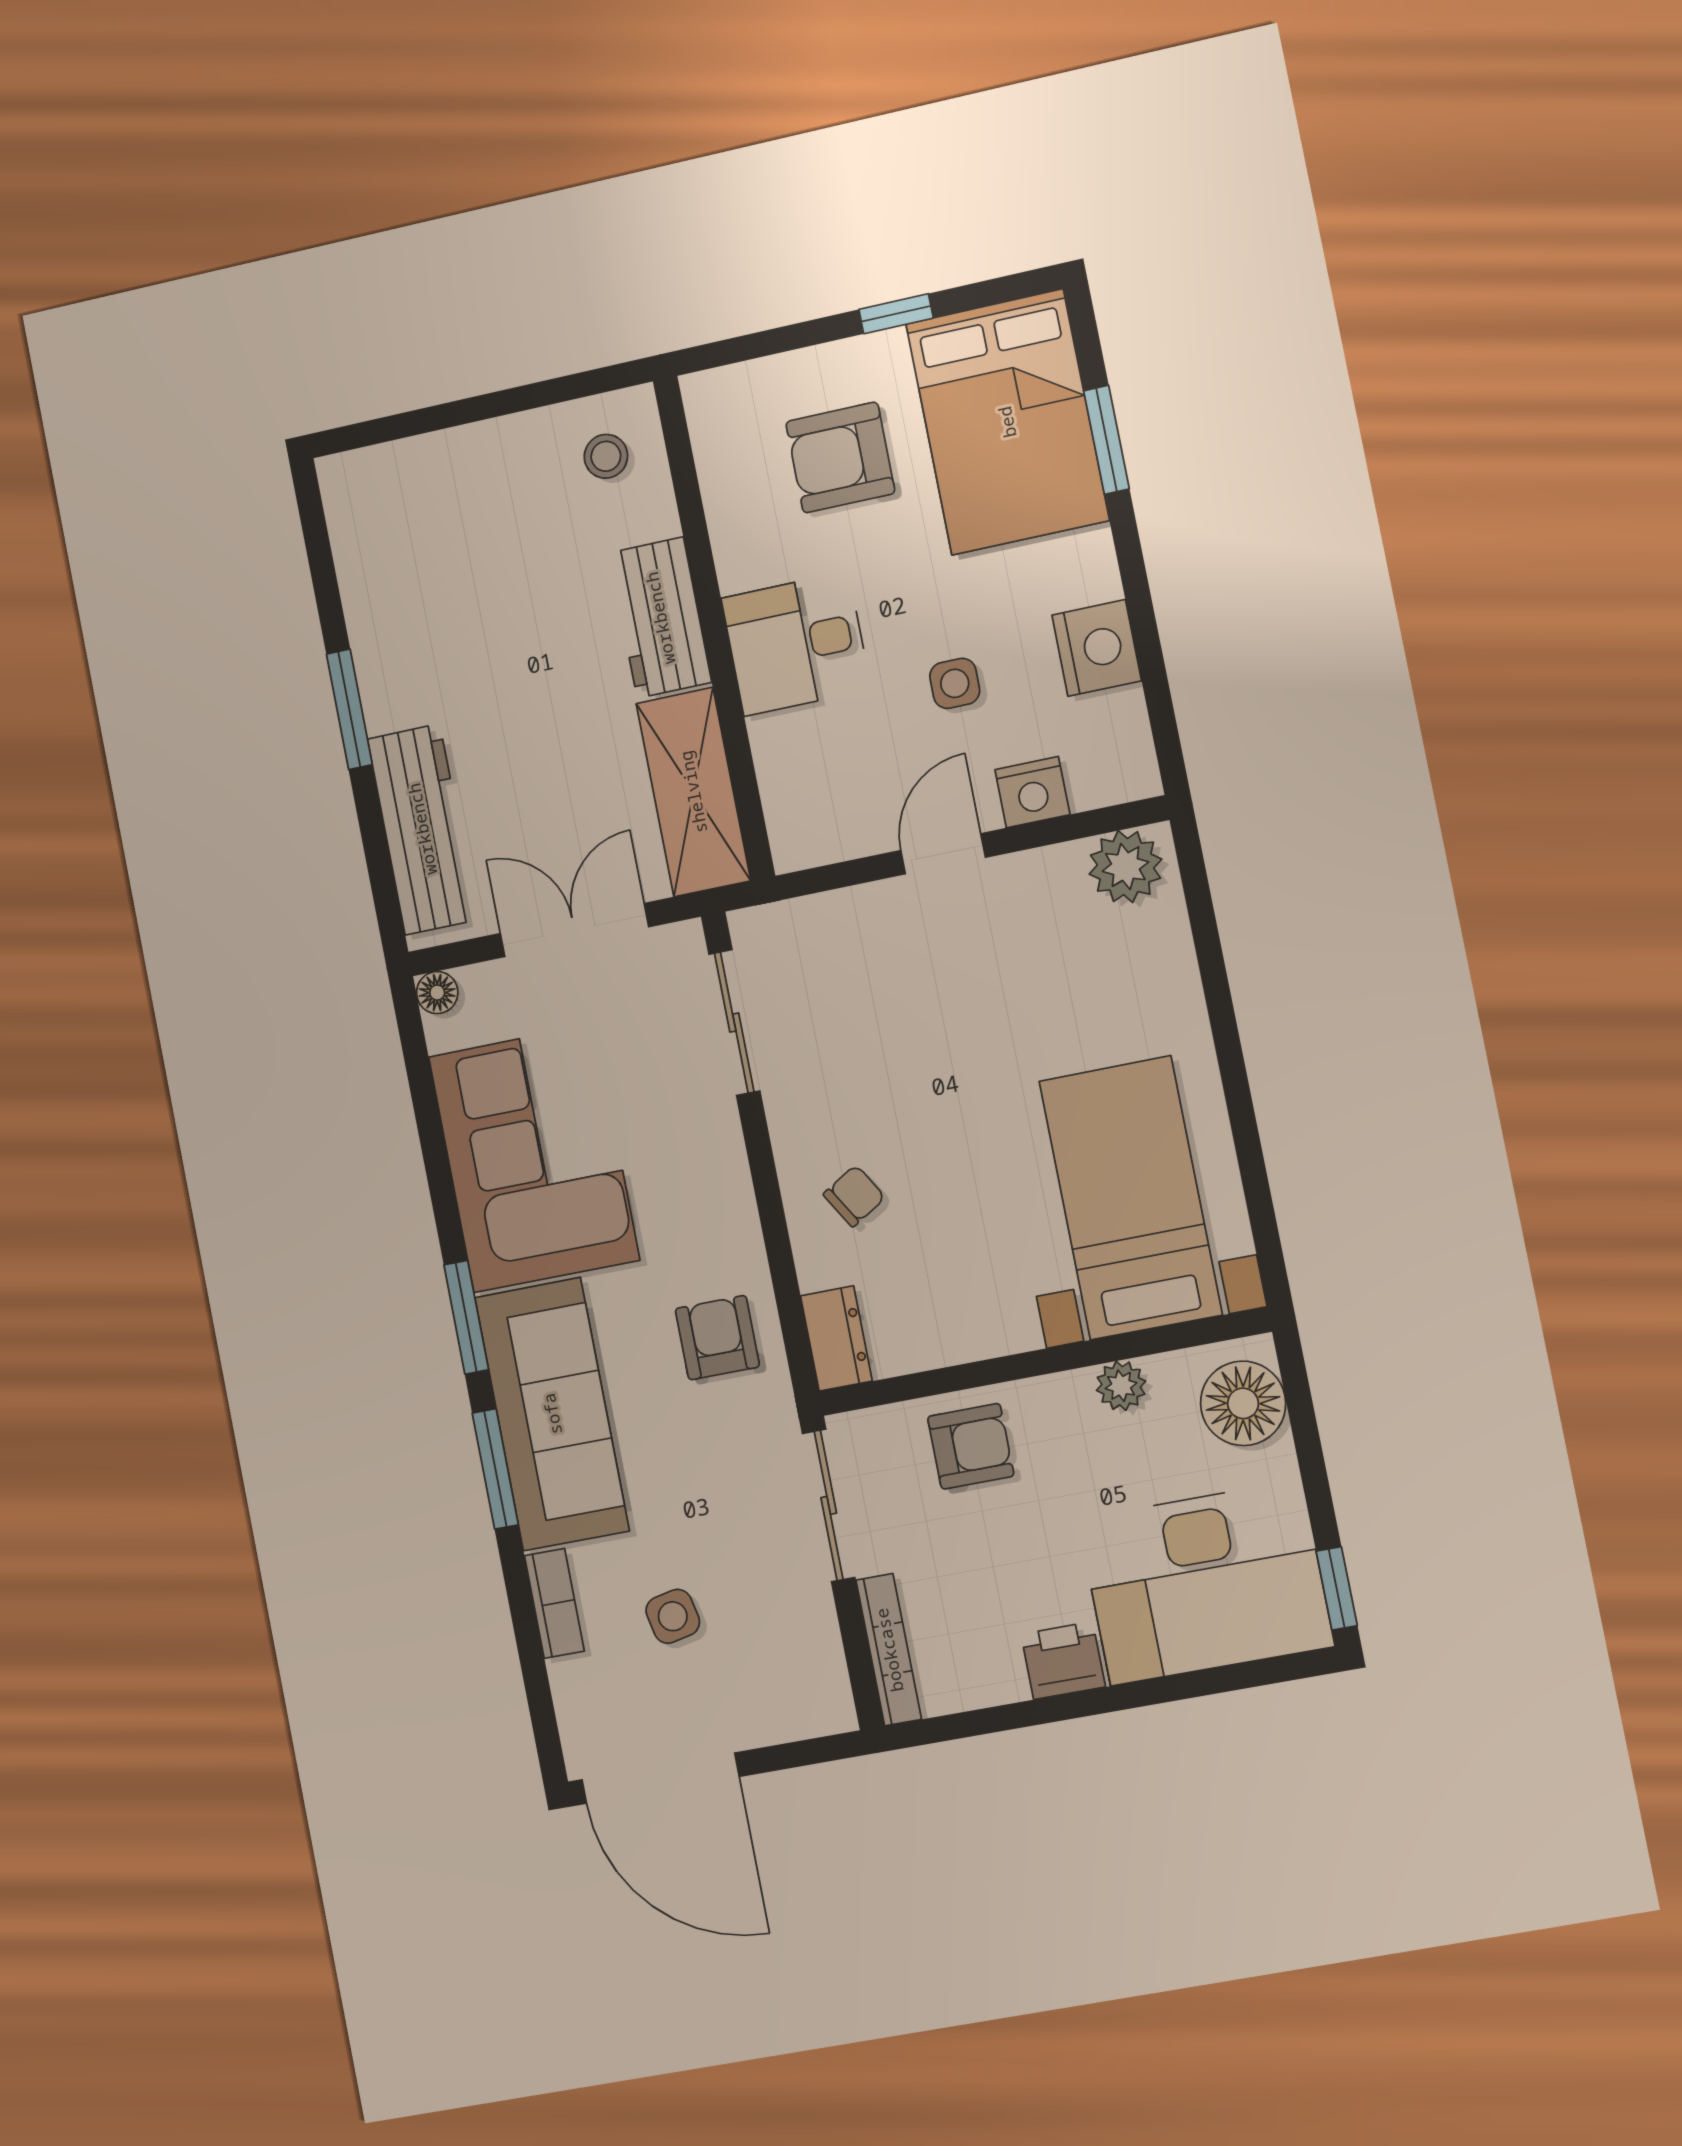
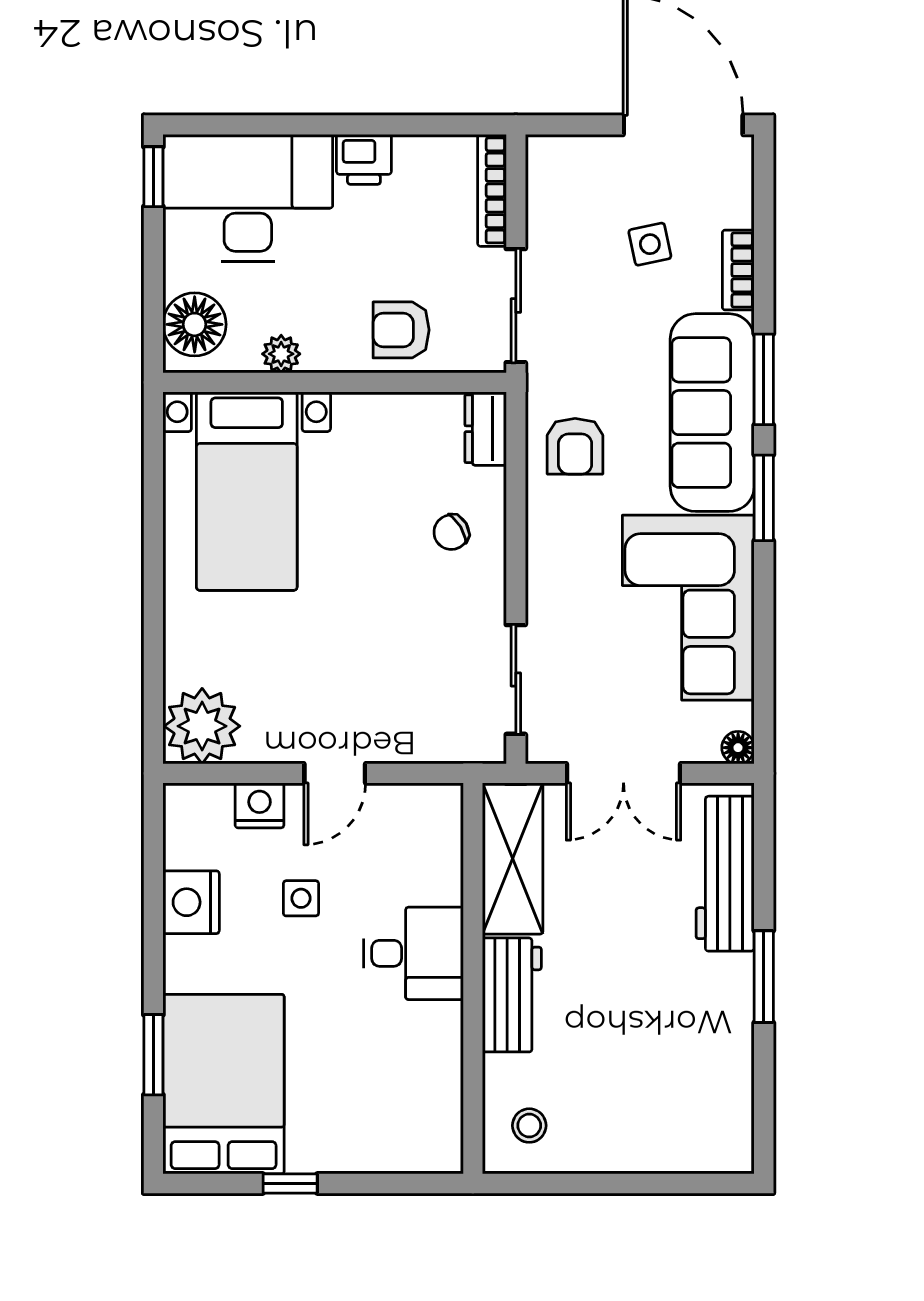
armchair: (840, 457) -> (353, 1085), removed
plant: (1125, 867) -> (202, 726), width x1.36, depth x1.36

